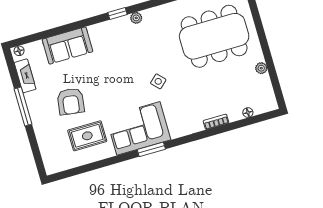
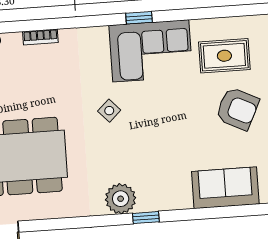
plant: (136, 18) -> (121, 199), width x1.87, depth x1.87
armchair: (71, 101) -> (237, 109), turned 108
window: (151, 149) -> (139, 18), width x0.67

